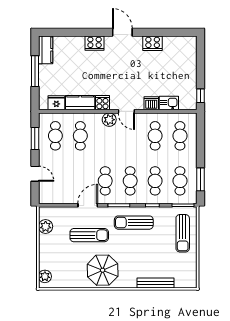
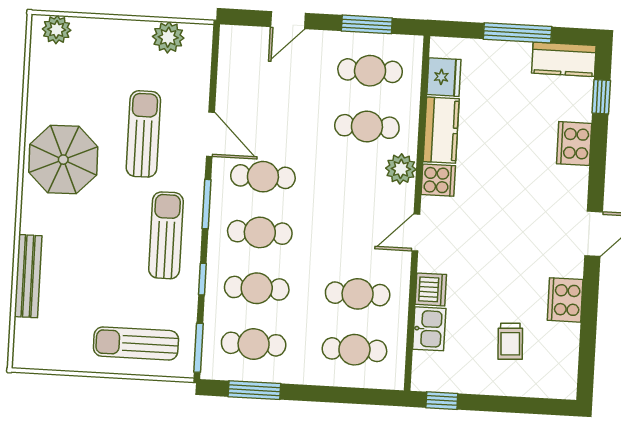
window: (61, 32) -> (601, 97), added
cooker: (95, 43) -> (574, 144), moved
trolley: (172, 67) -> (510, 341), added
plant: (109, 120) -> (401, 169), moved
sun lounger: (89, 235) -> (143, 134), turned 180

